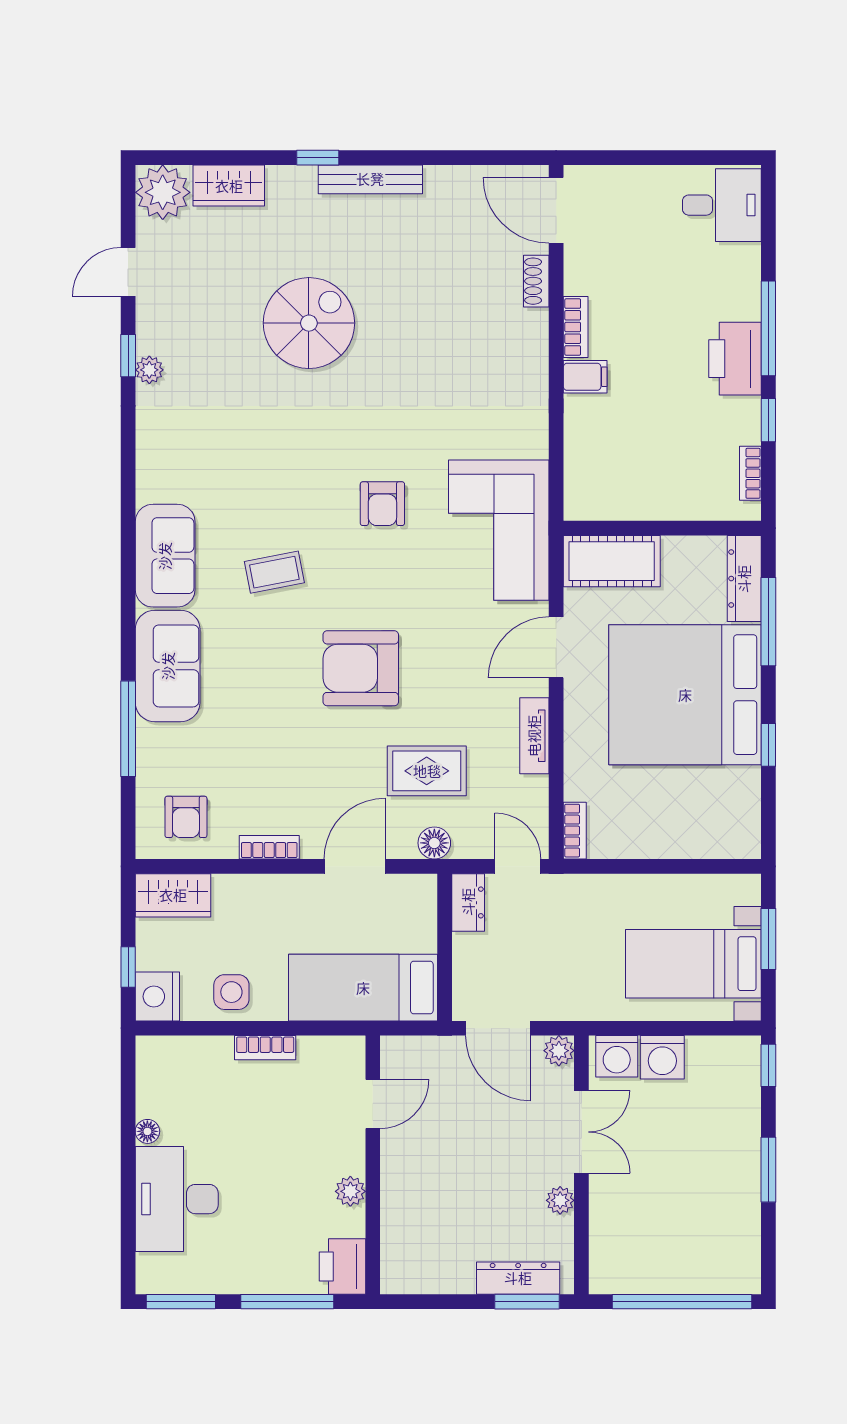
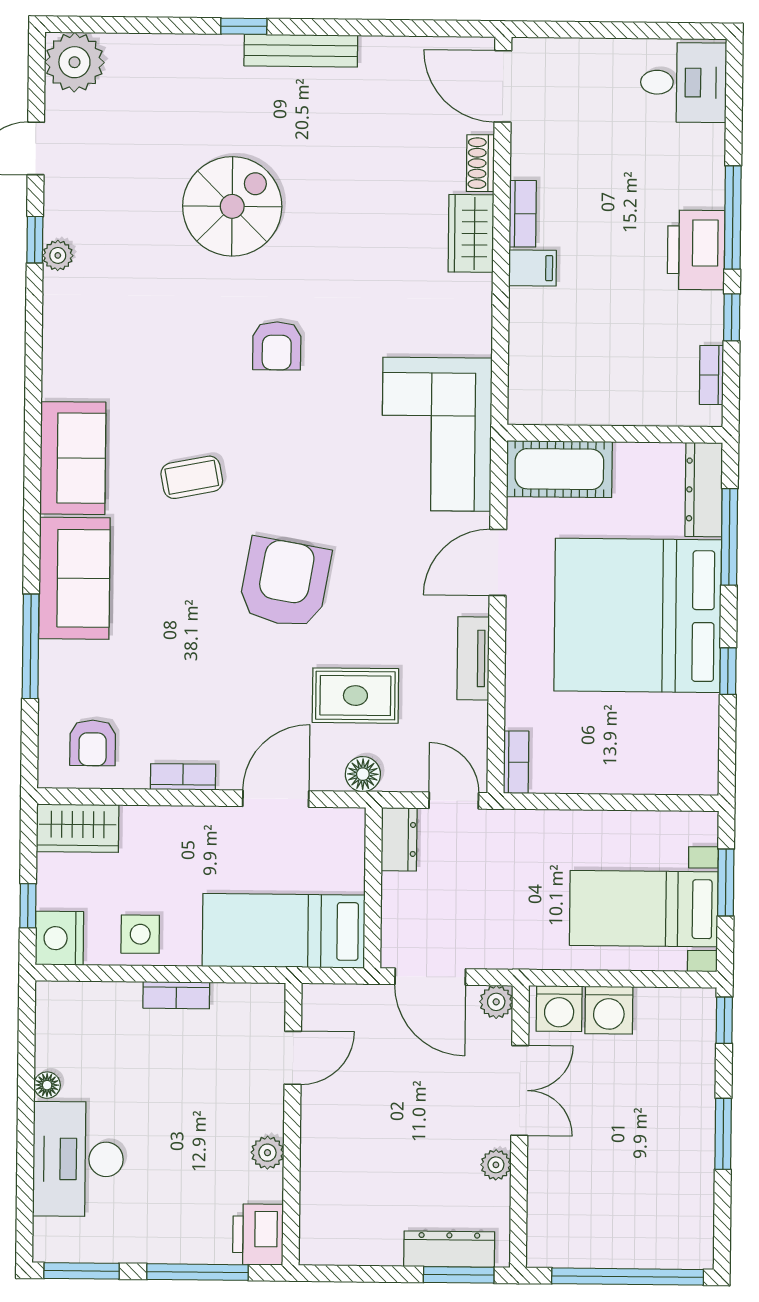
wardrobe: (229, 186) -> (471, 233), moved, turned 90
armchair: (382, 504) -> (277, 346), moved
armchair: (361, 668) -> (285, 583), turned 100

